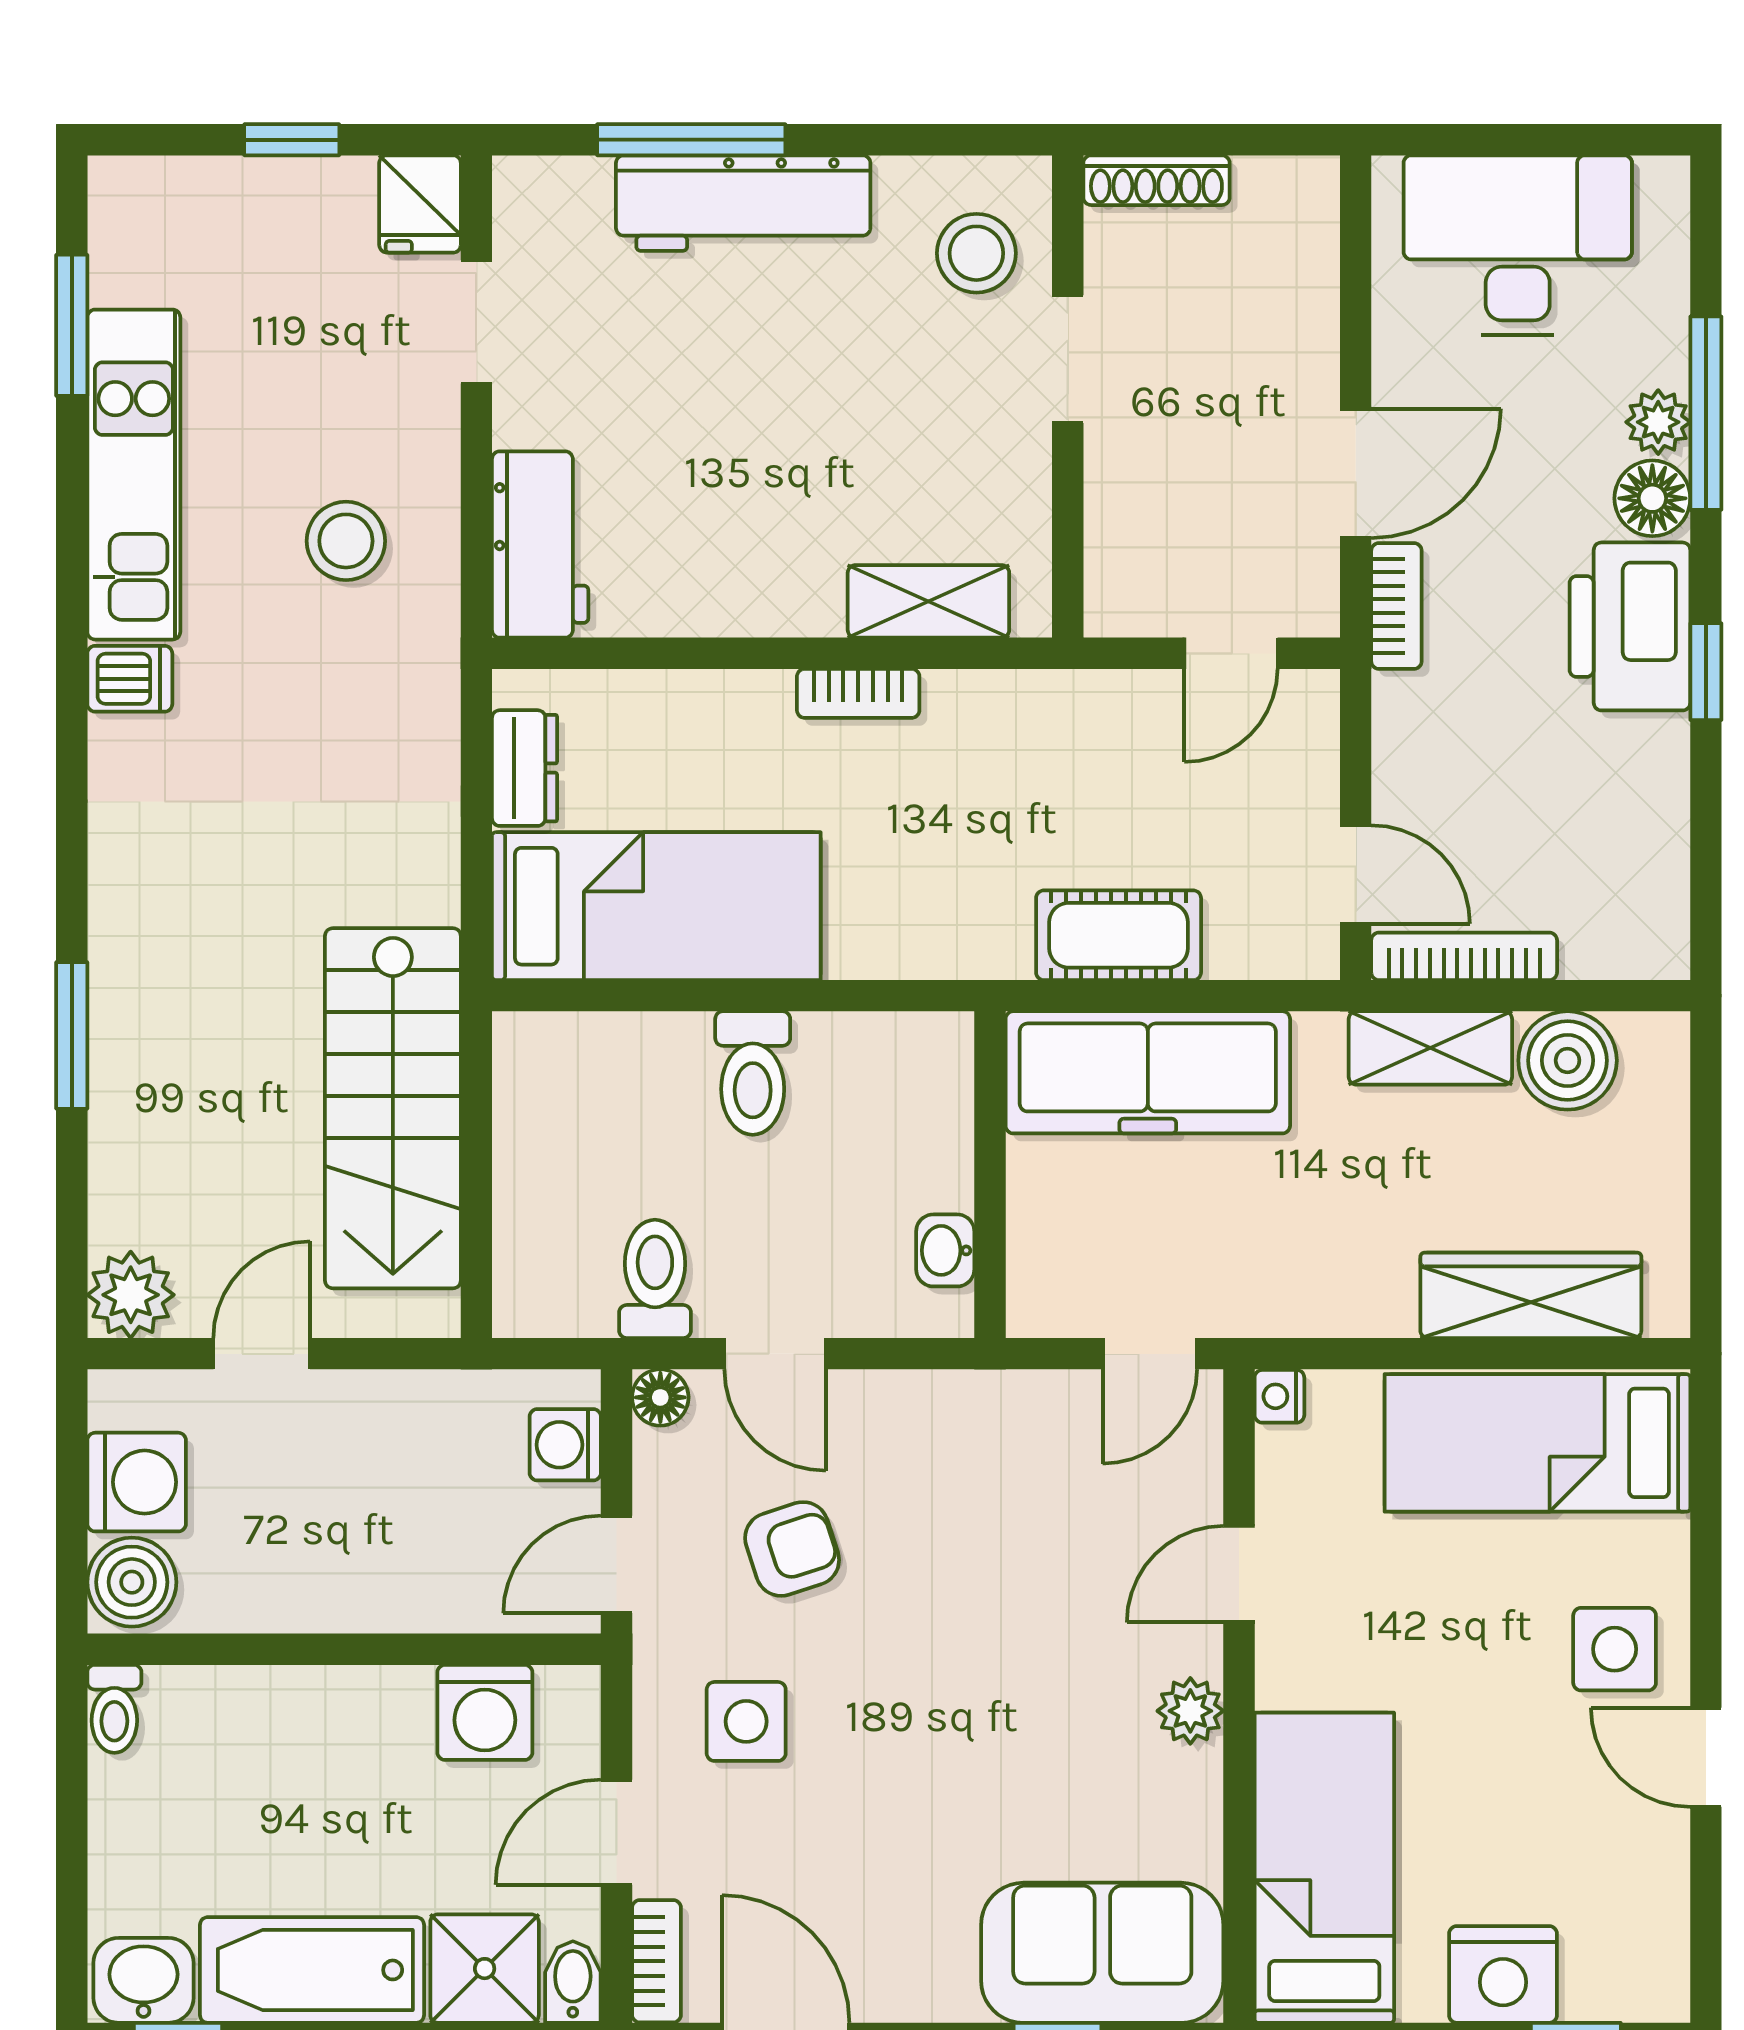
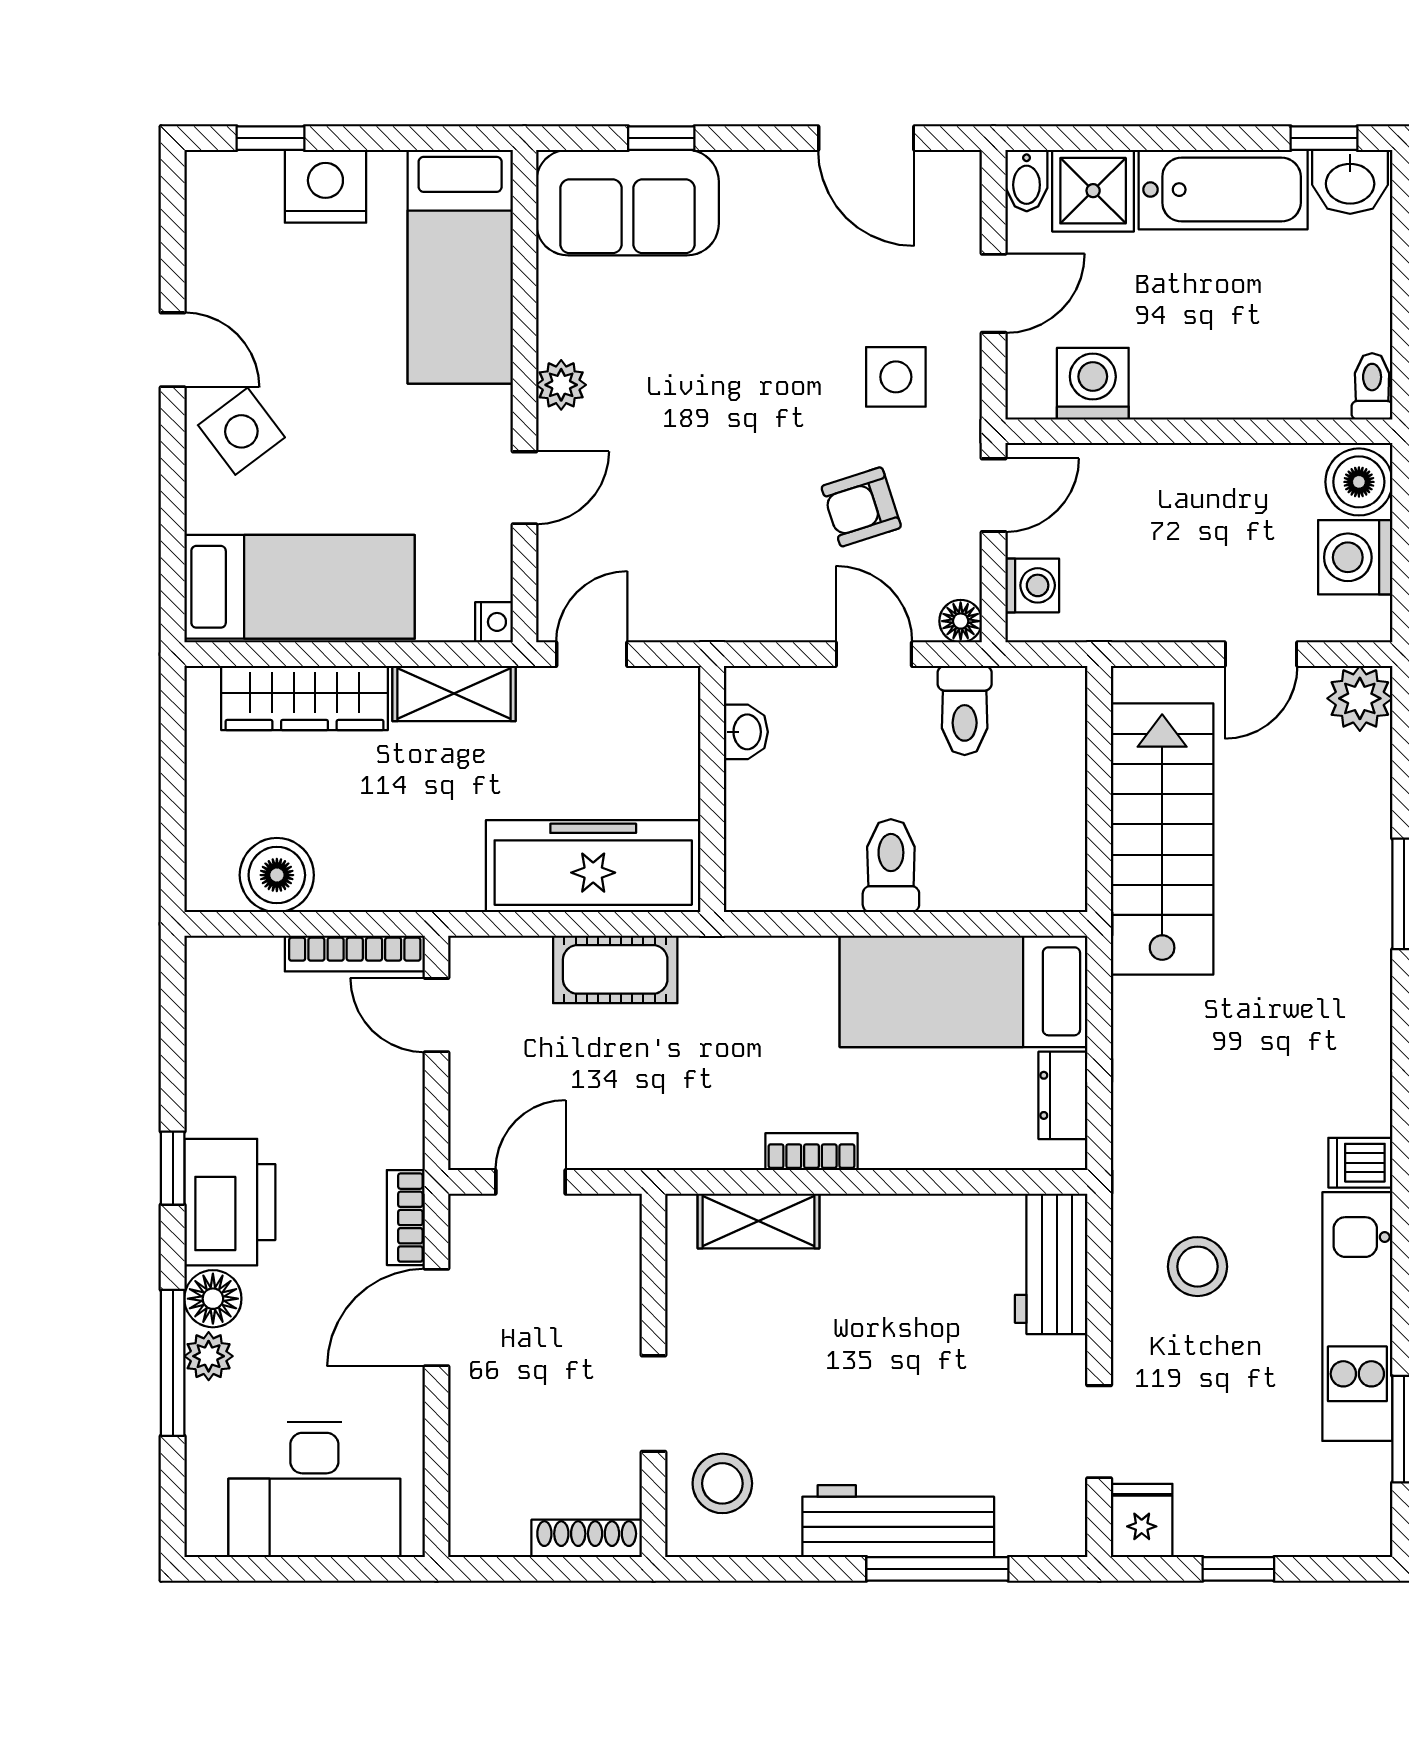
shelving: (1430, 1048) -> (454, 694), moved
side table: (1615, 1649) -> (241, 431), turned -37
bookcase: (656, 1961) -> (963, 196), removed

